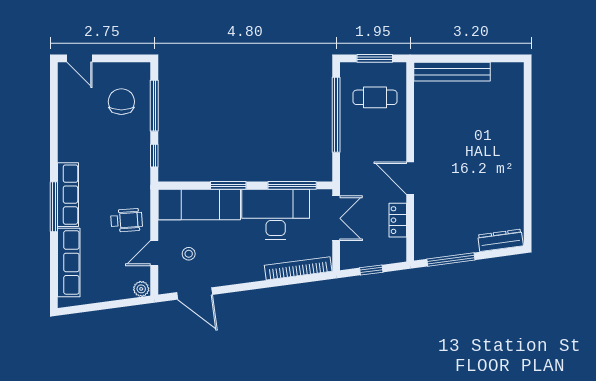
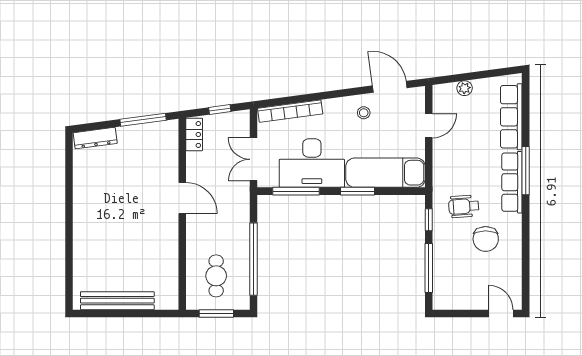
bench: (452, 72) -> (117, 301), moved
cafe table: (375, 97) -> (216, 276), turned 90
chair: (121, 102) -> (486, 239), moved
wheelchair: (127, 220) -> (464, 206), moved
locker: (398, 220) -> (194, 134), moved
stool: (189, 254) -> (364, 113), moved
plant: (141, 289) -> (465, 88), moved

